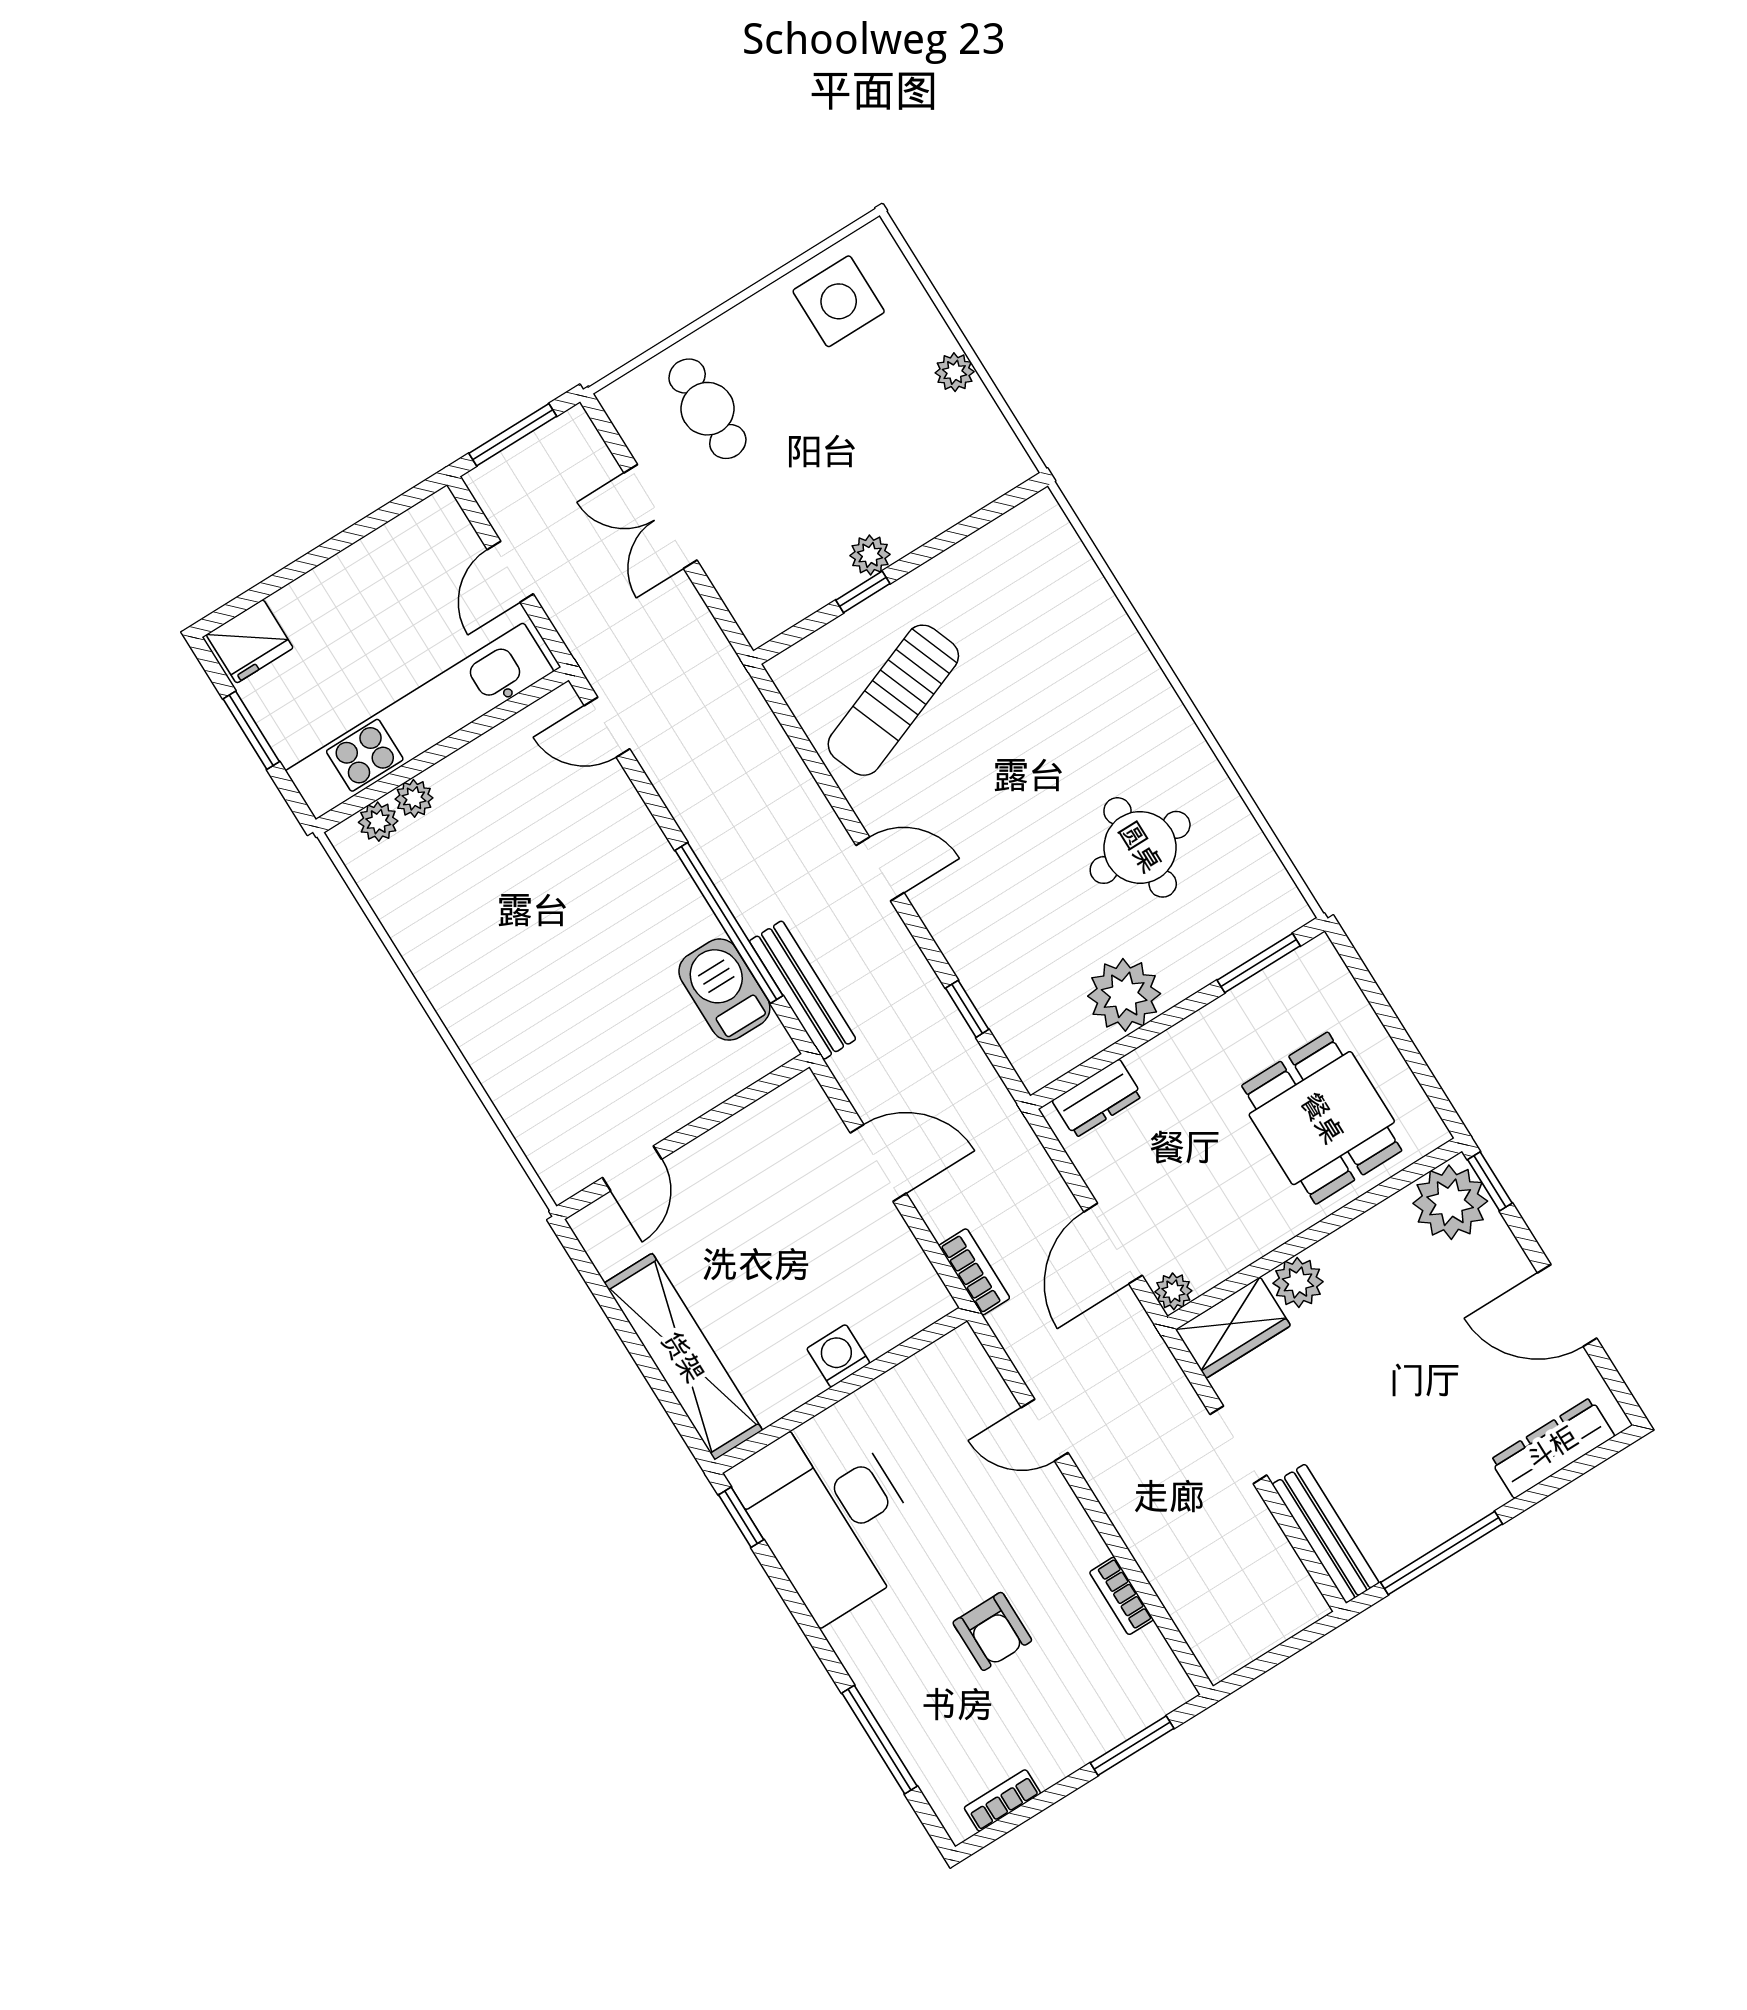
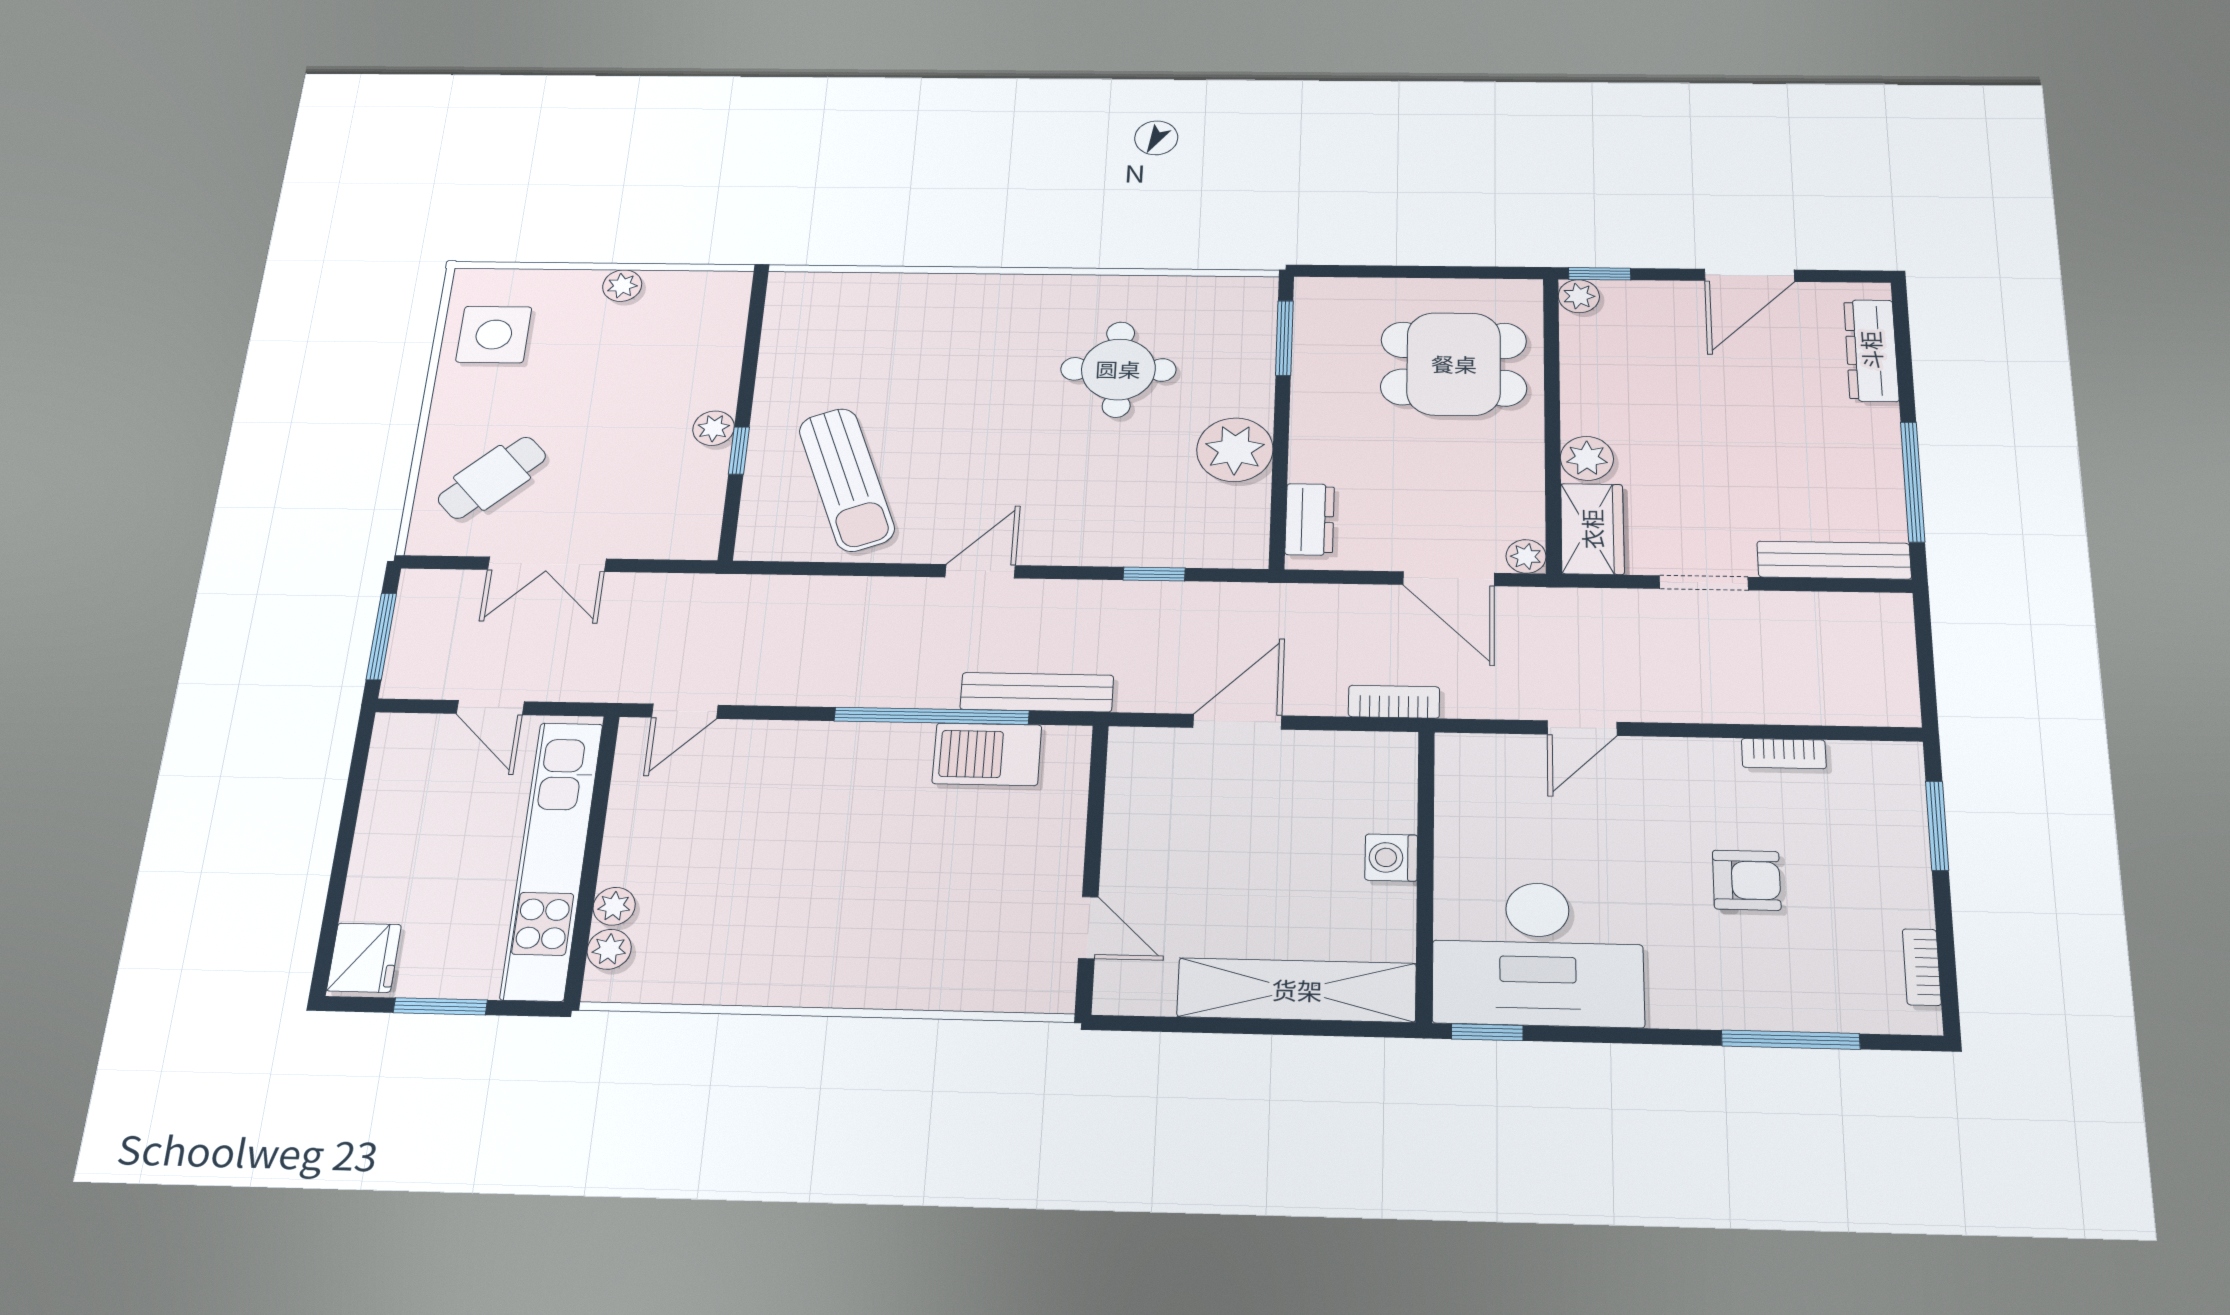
cafe table: (707, 409) -> (492, 478), turned -43
plant: (1450, 1202) -> (1579, 296), width x0.53, depth x0.53

